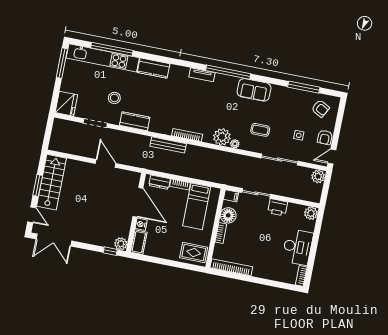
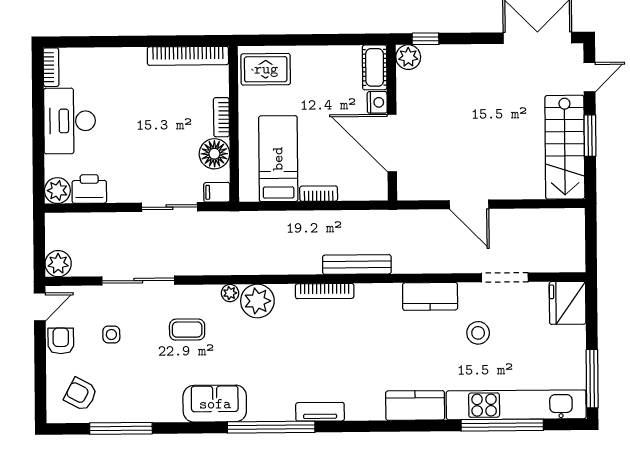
dresser: (160, 182) -> (359, 190), removed
printer: (278, 207) -> (89, 189), moved
door: (32, 215) -> (589, 77), swing flipped

